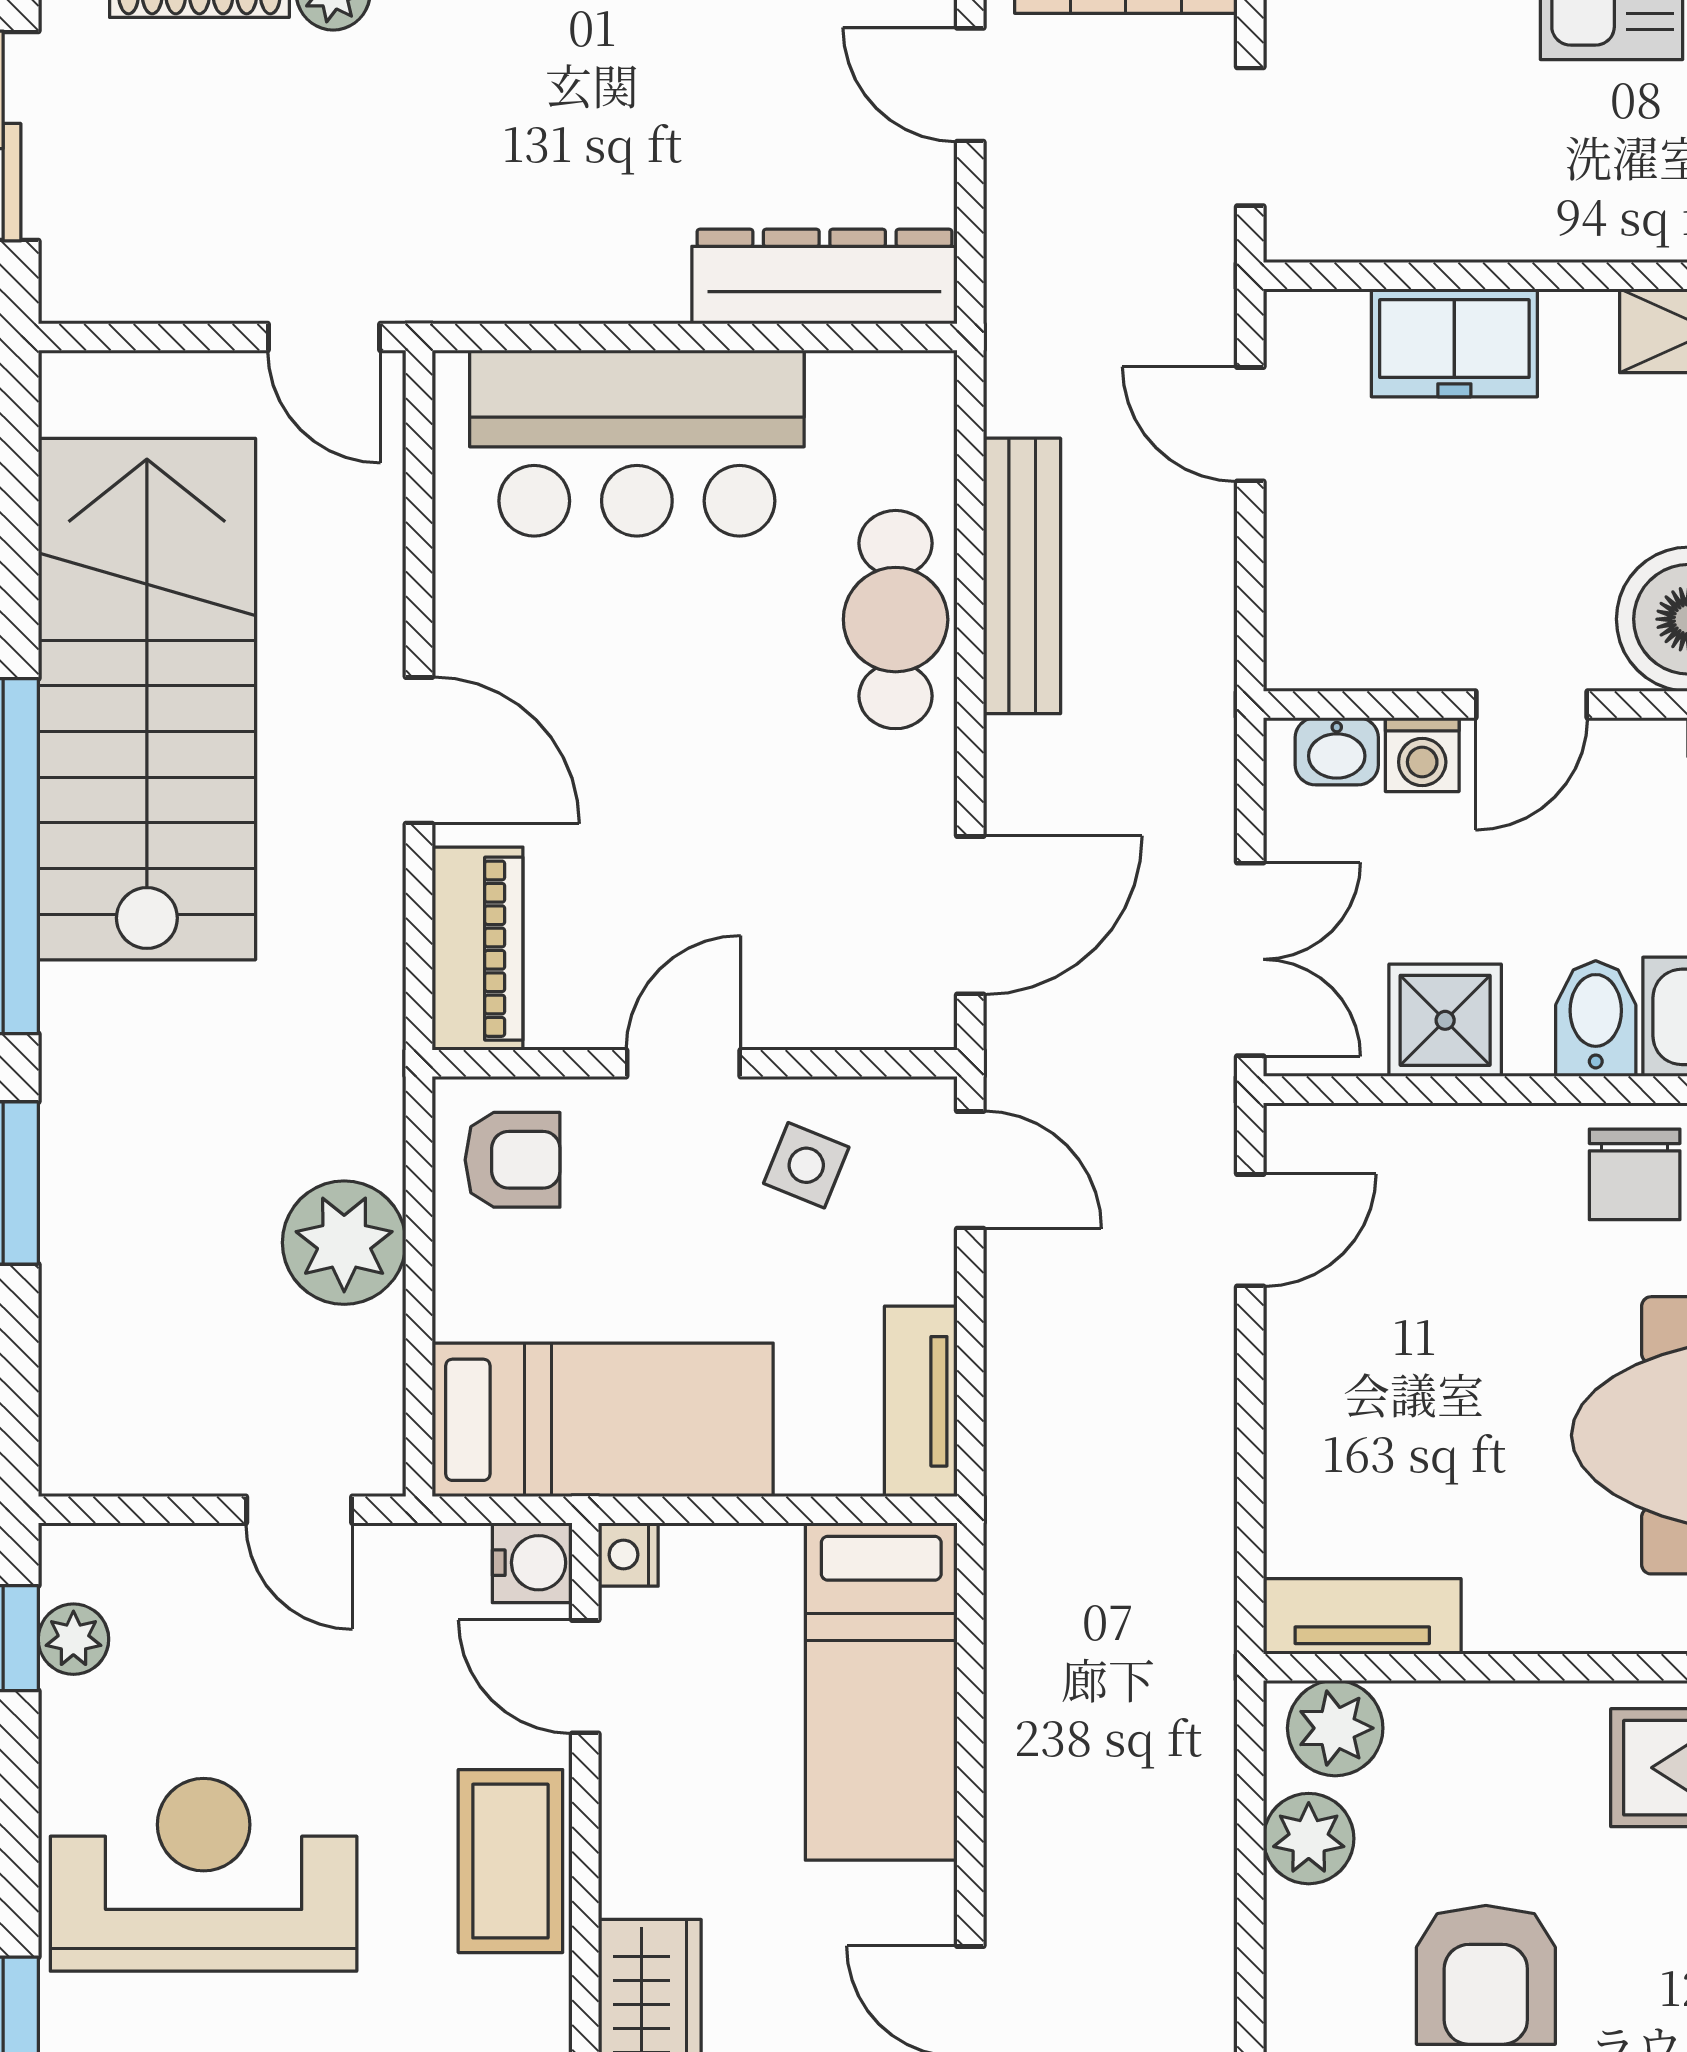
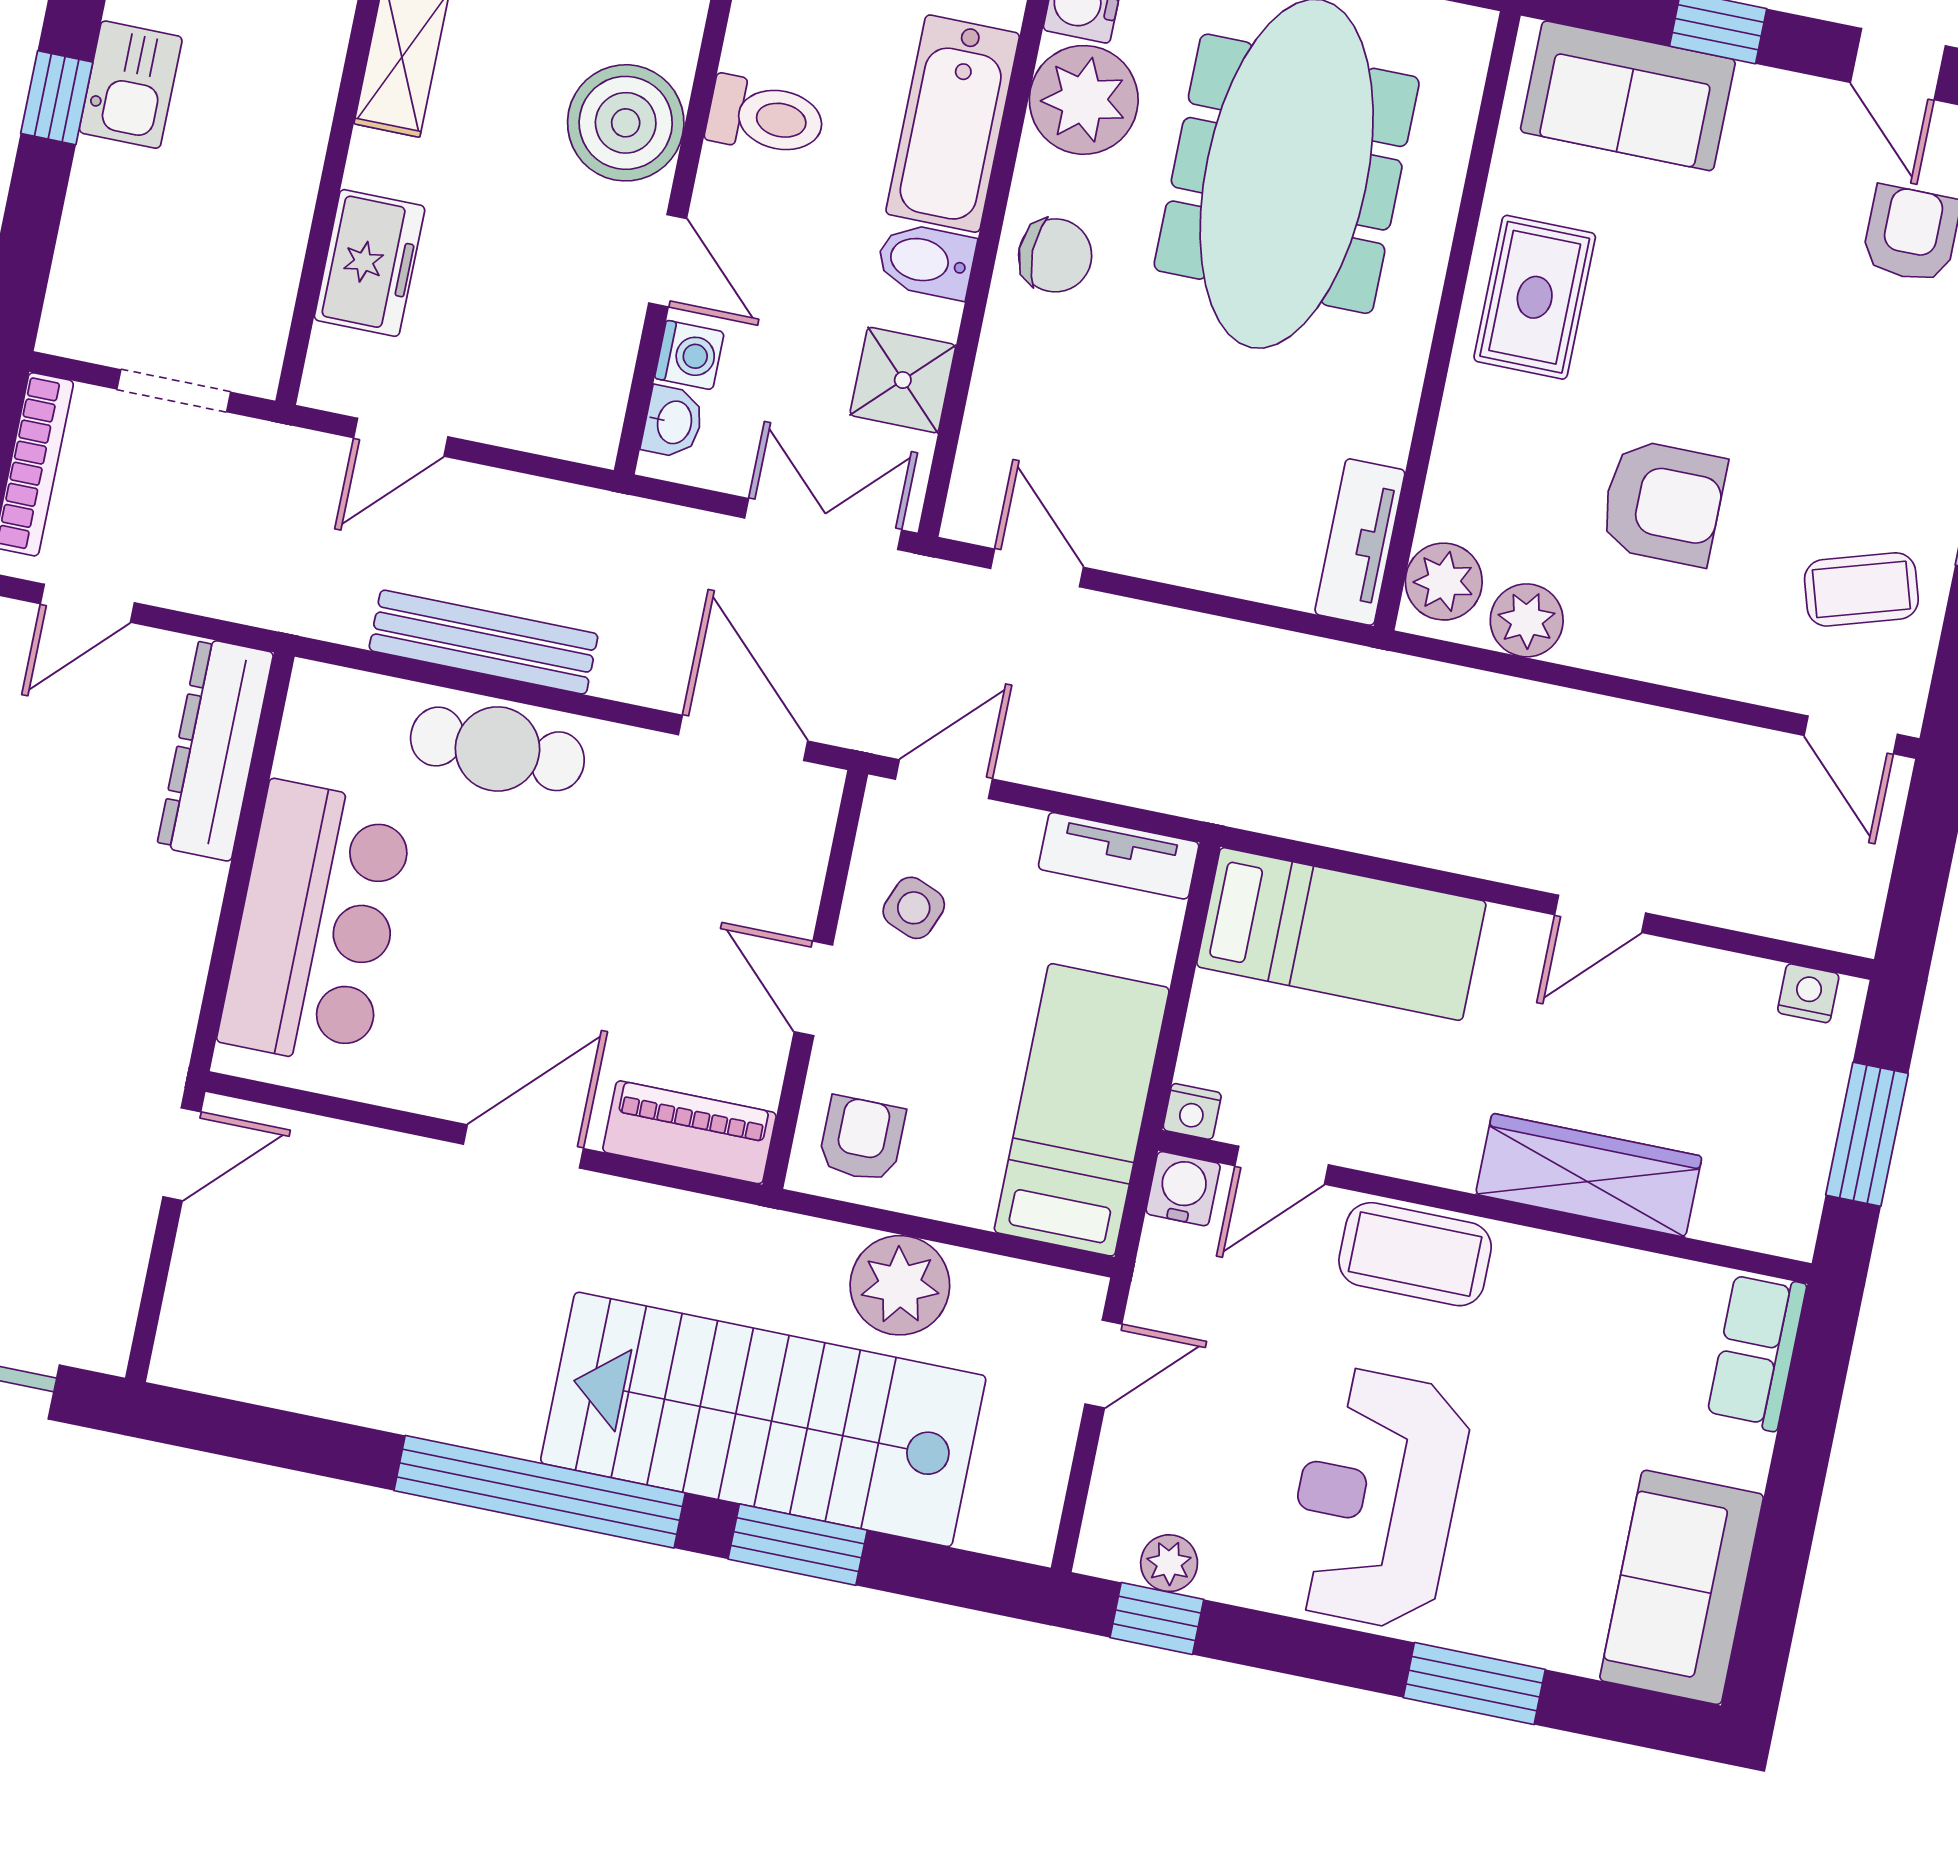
stairs: (147, 699) -> (763, 1419), moved

